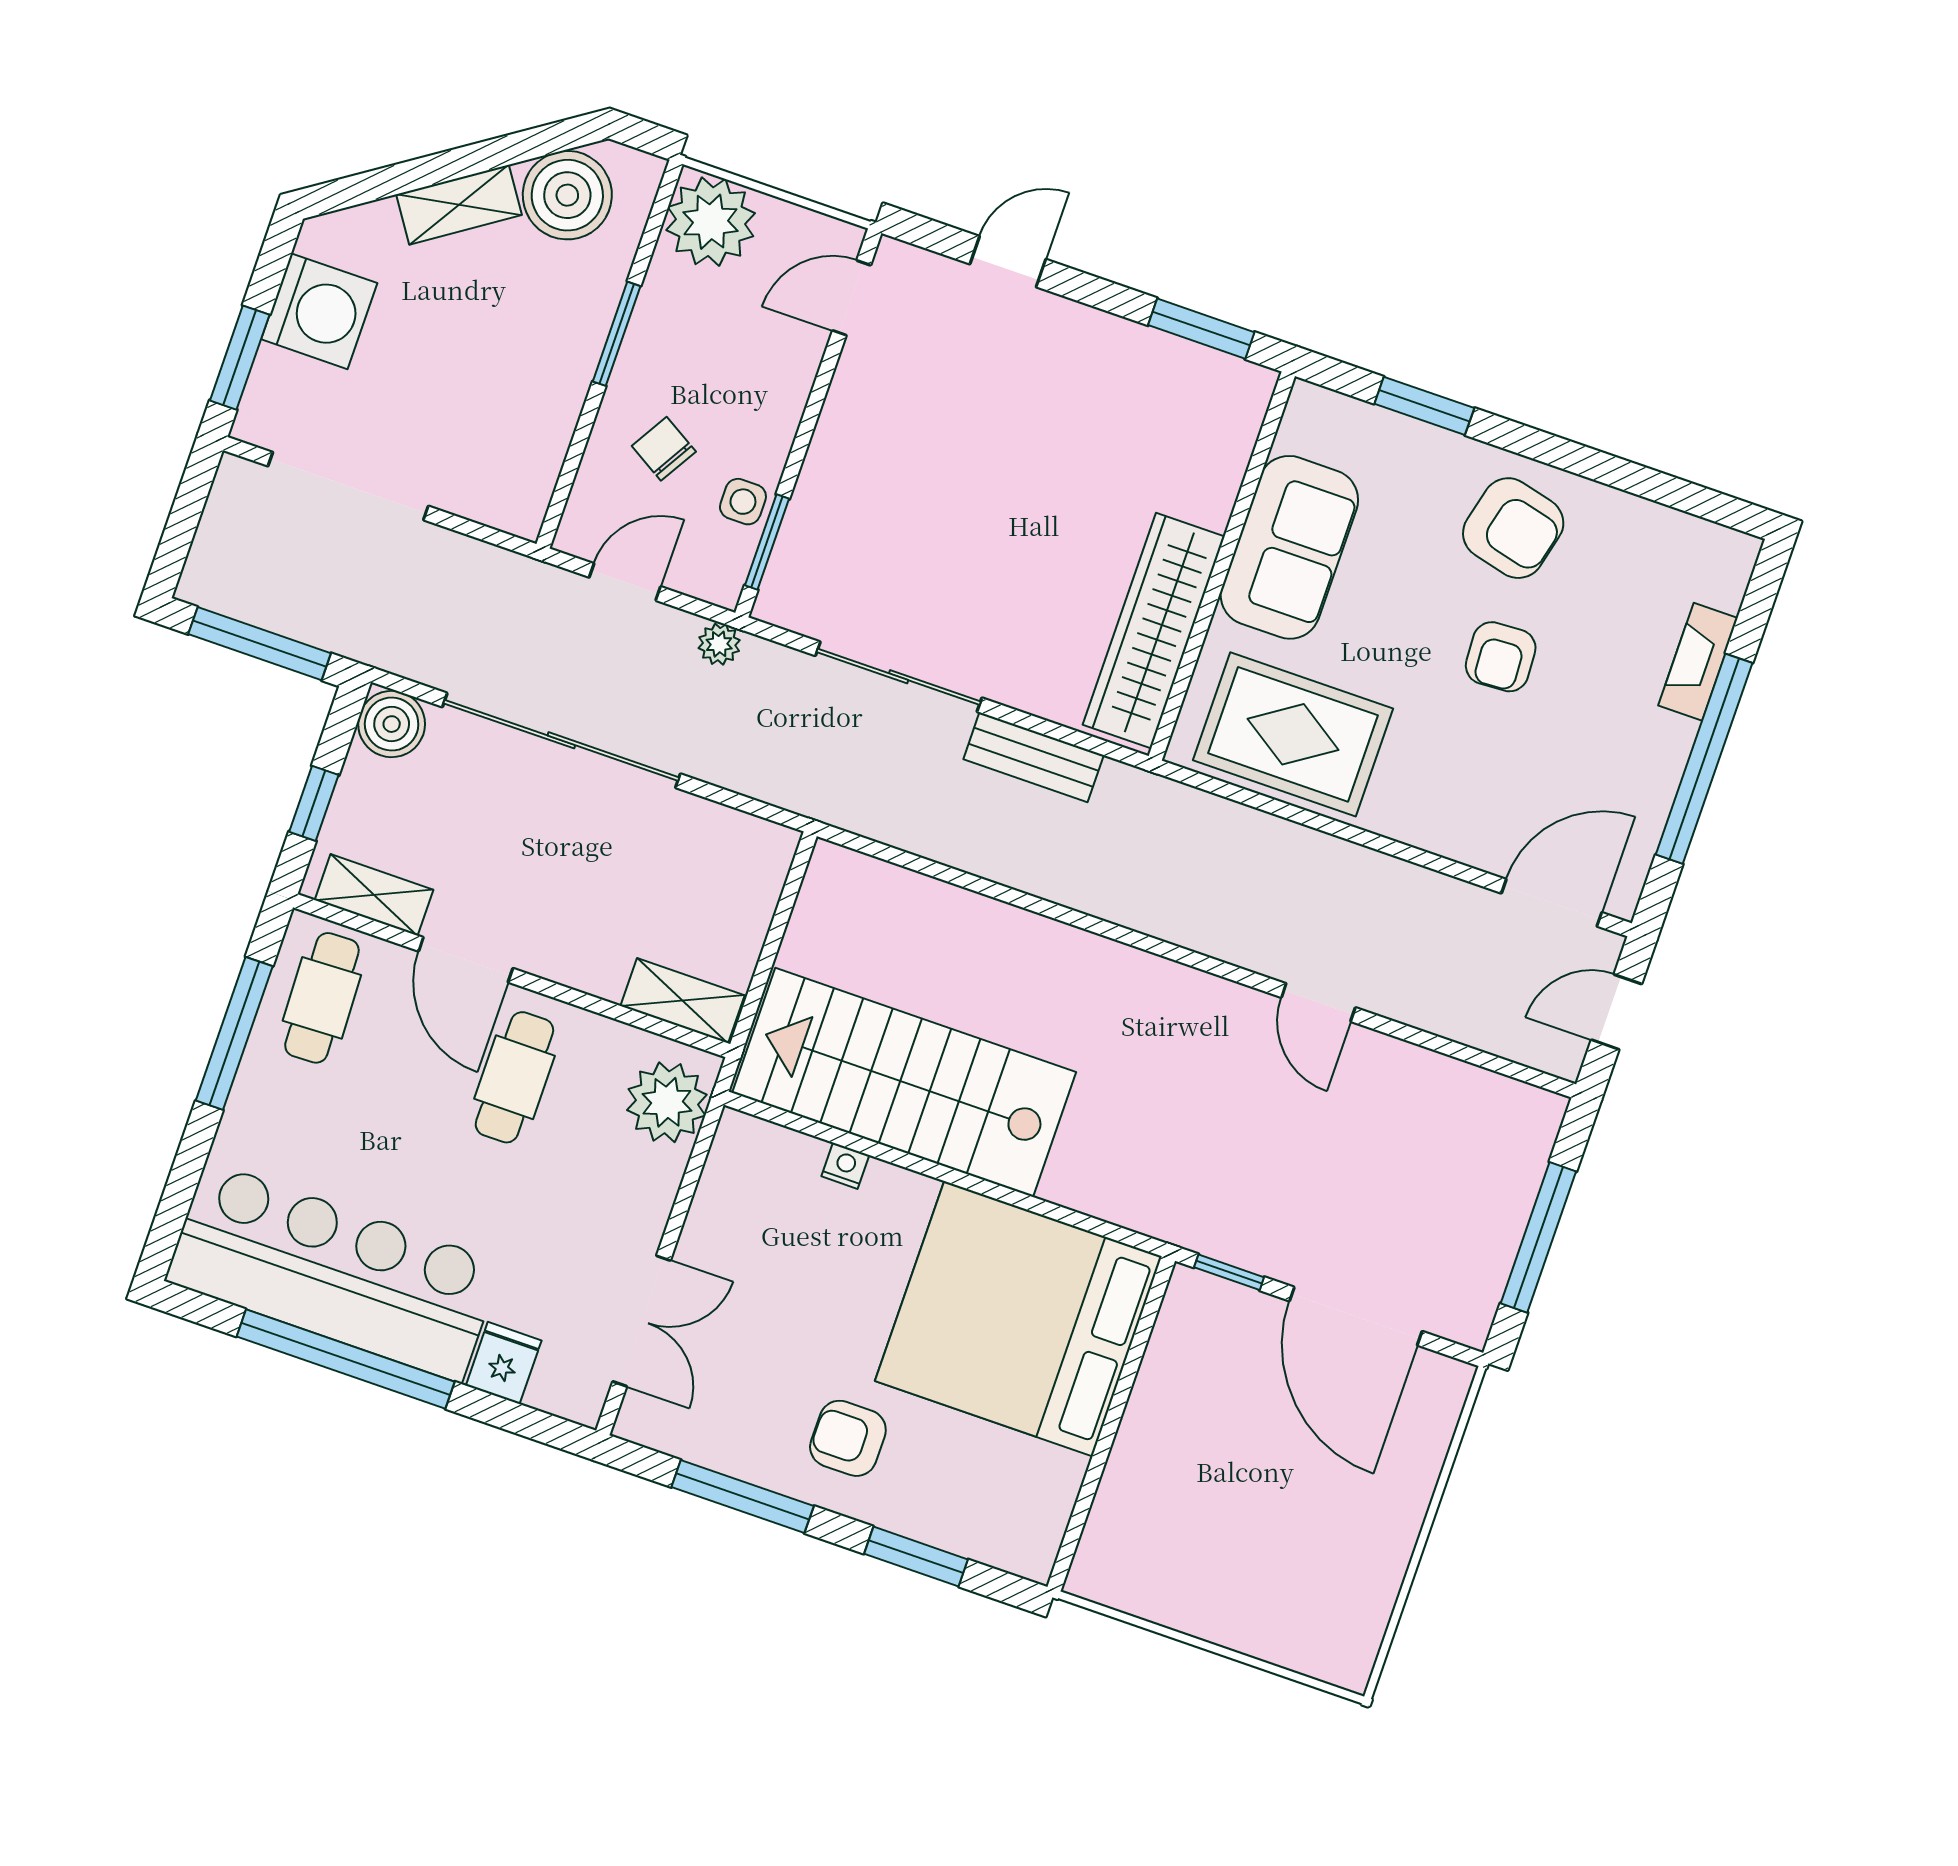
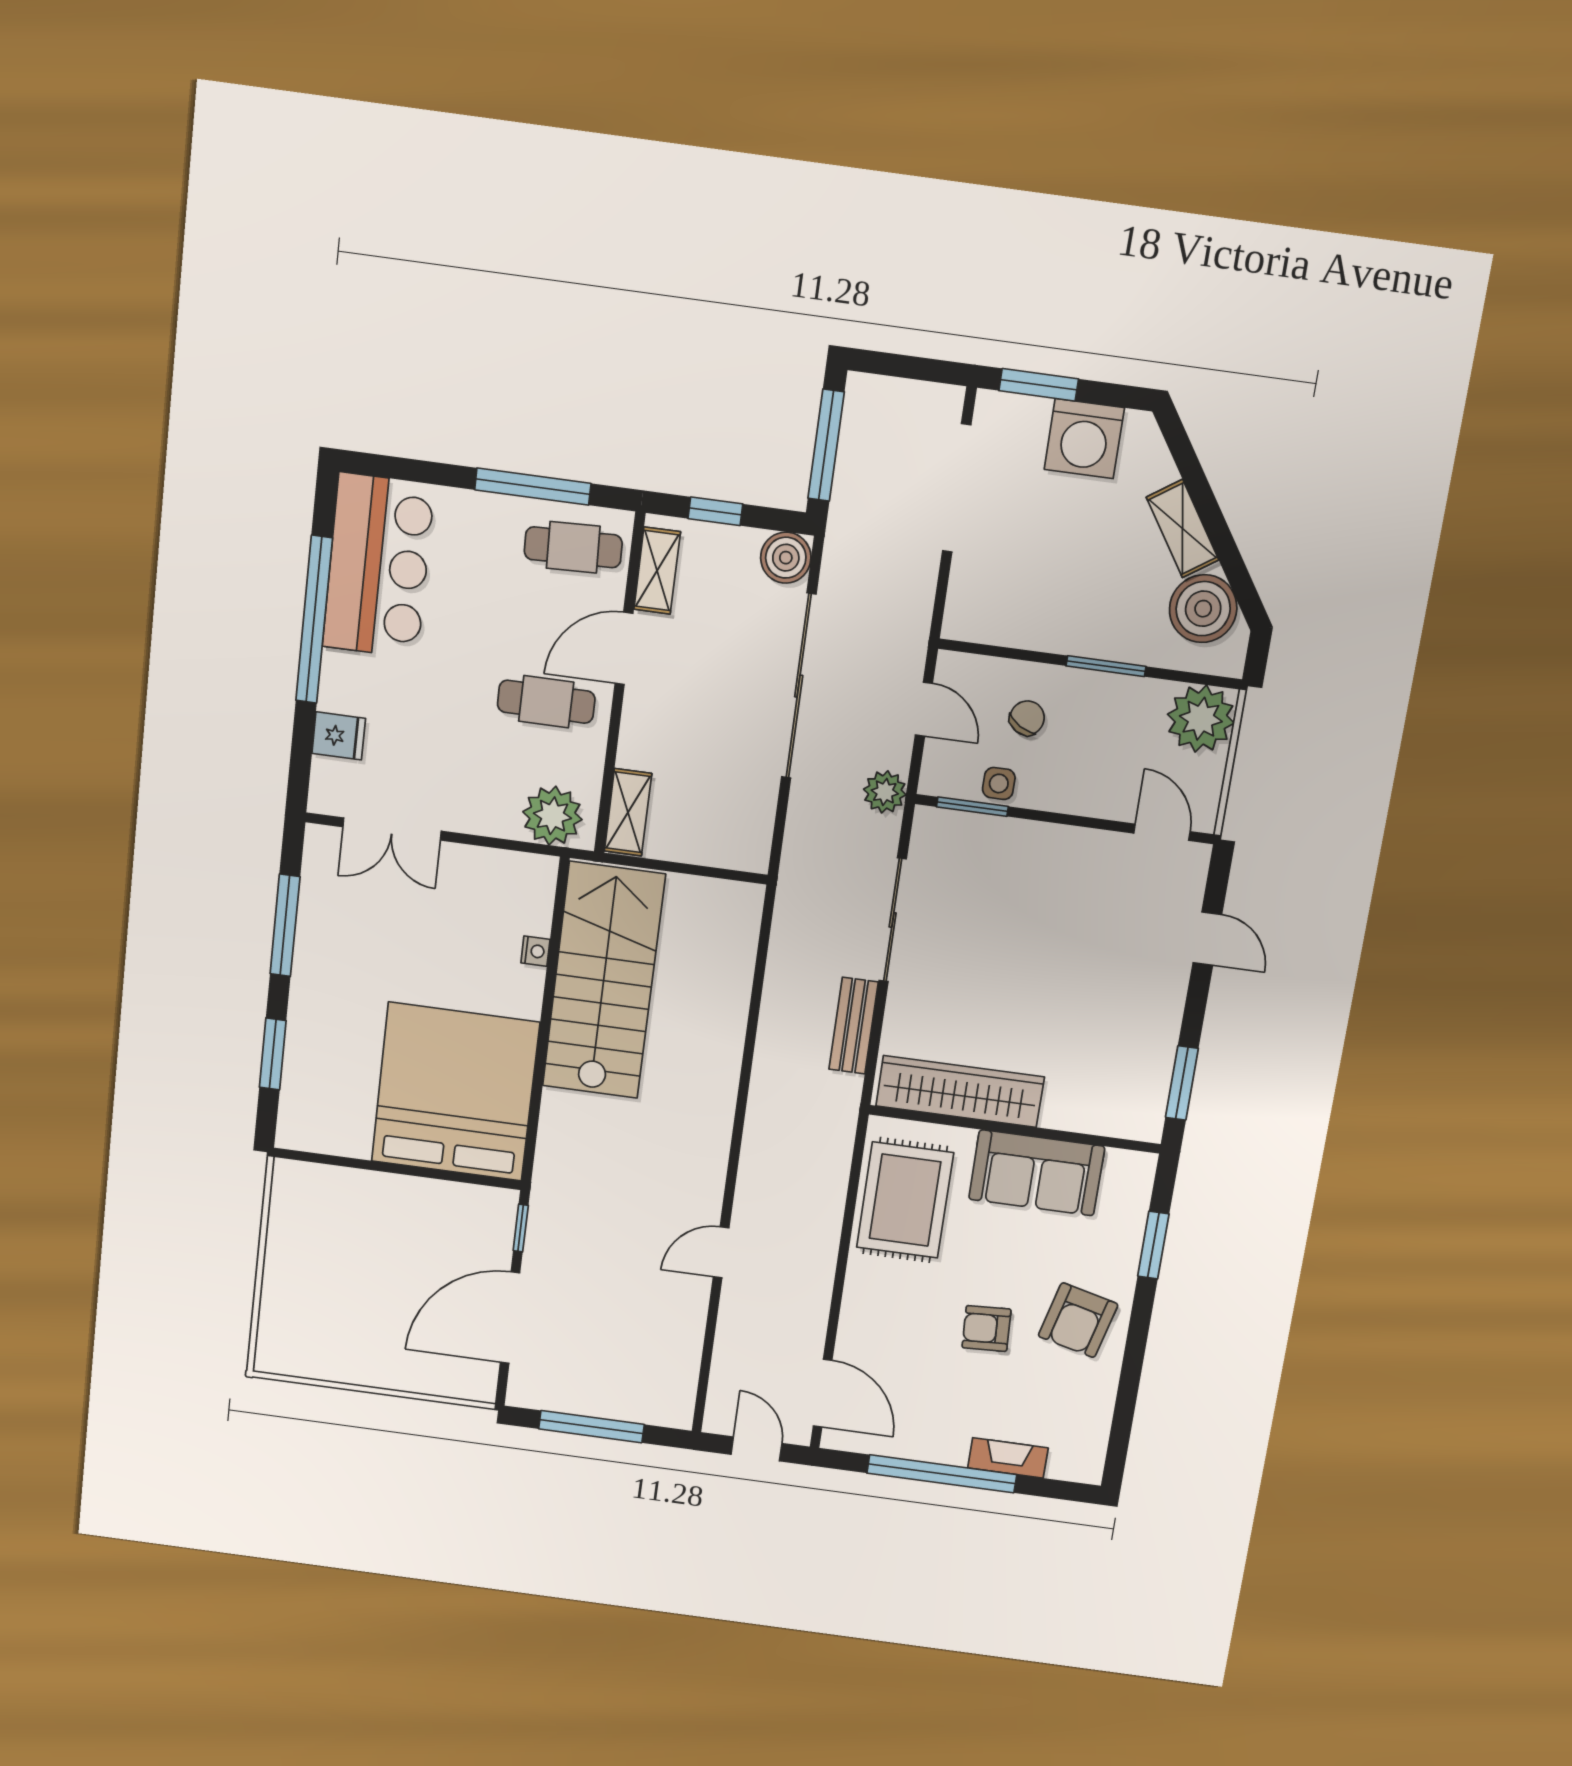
plant: (719, 644) -> (885, 792), width x1.38, depth x1.38
bar counter: (334, 1272) -> (378, 566), width x0.73
armchair: (848, 1438) -> (344, 991), removed

